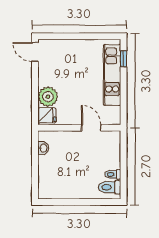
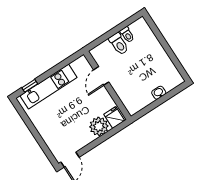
washbasin: (43, 148) -> (159, 93), moved
toilet: (110, 187) -> (119, 44), moved

